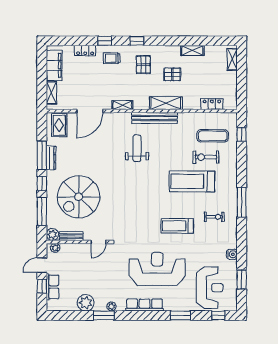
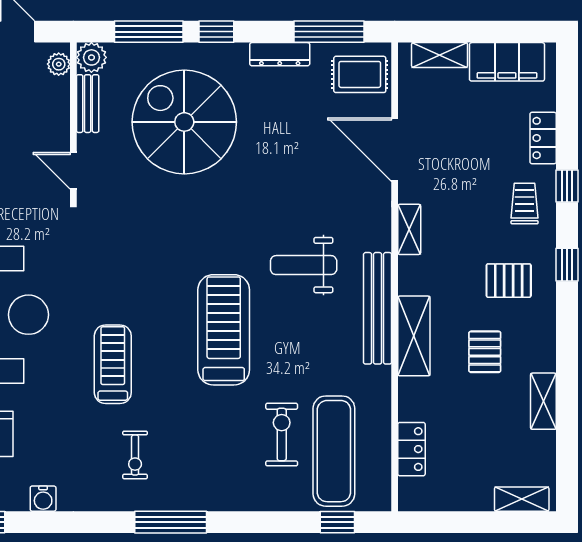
exercise mat: (213, 136) -> (334, 451), width x1.36, depth x1.45
weight bench: (137, 148) -> (304, 265), turned 180
window: (42, 155) -> (329, 32), moved
treadmill: (192, 181) -> (224, 330), moved

